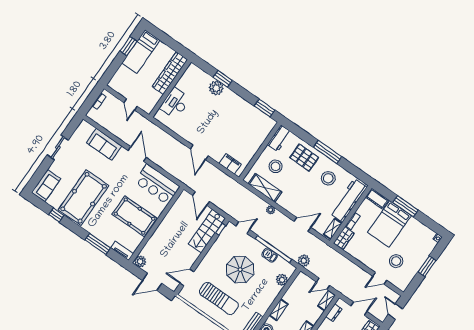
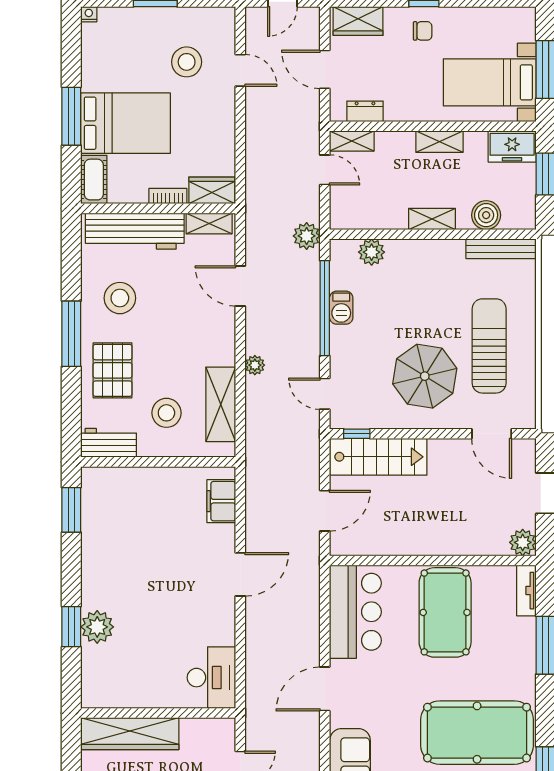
desk: (175, 103) -> (211, 678), moved, turned -90
parasol: (240, 270) -> (425, 376), moved

